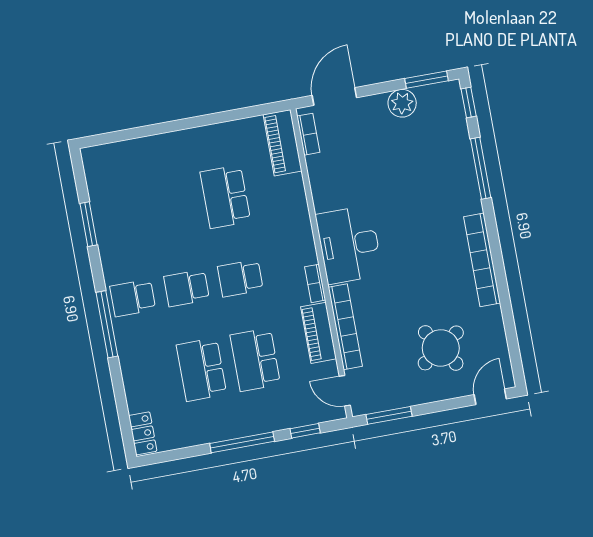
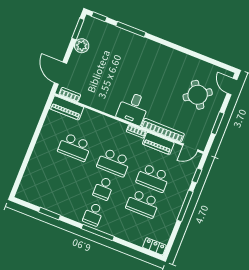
desk: (349, 245) -> (133, 108), width x0.73
bookcase: (482, 260) -> (171, 53), removed
school desk: (240, 278) -> (114, 163), width x1.85
window: (389, 415) -> (218, 123), moved

